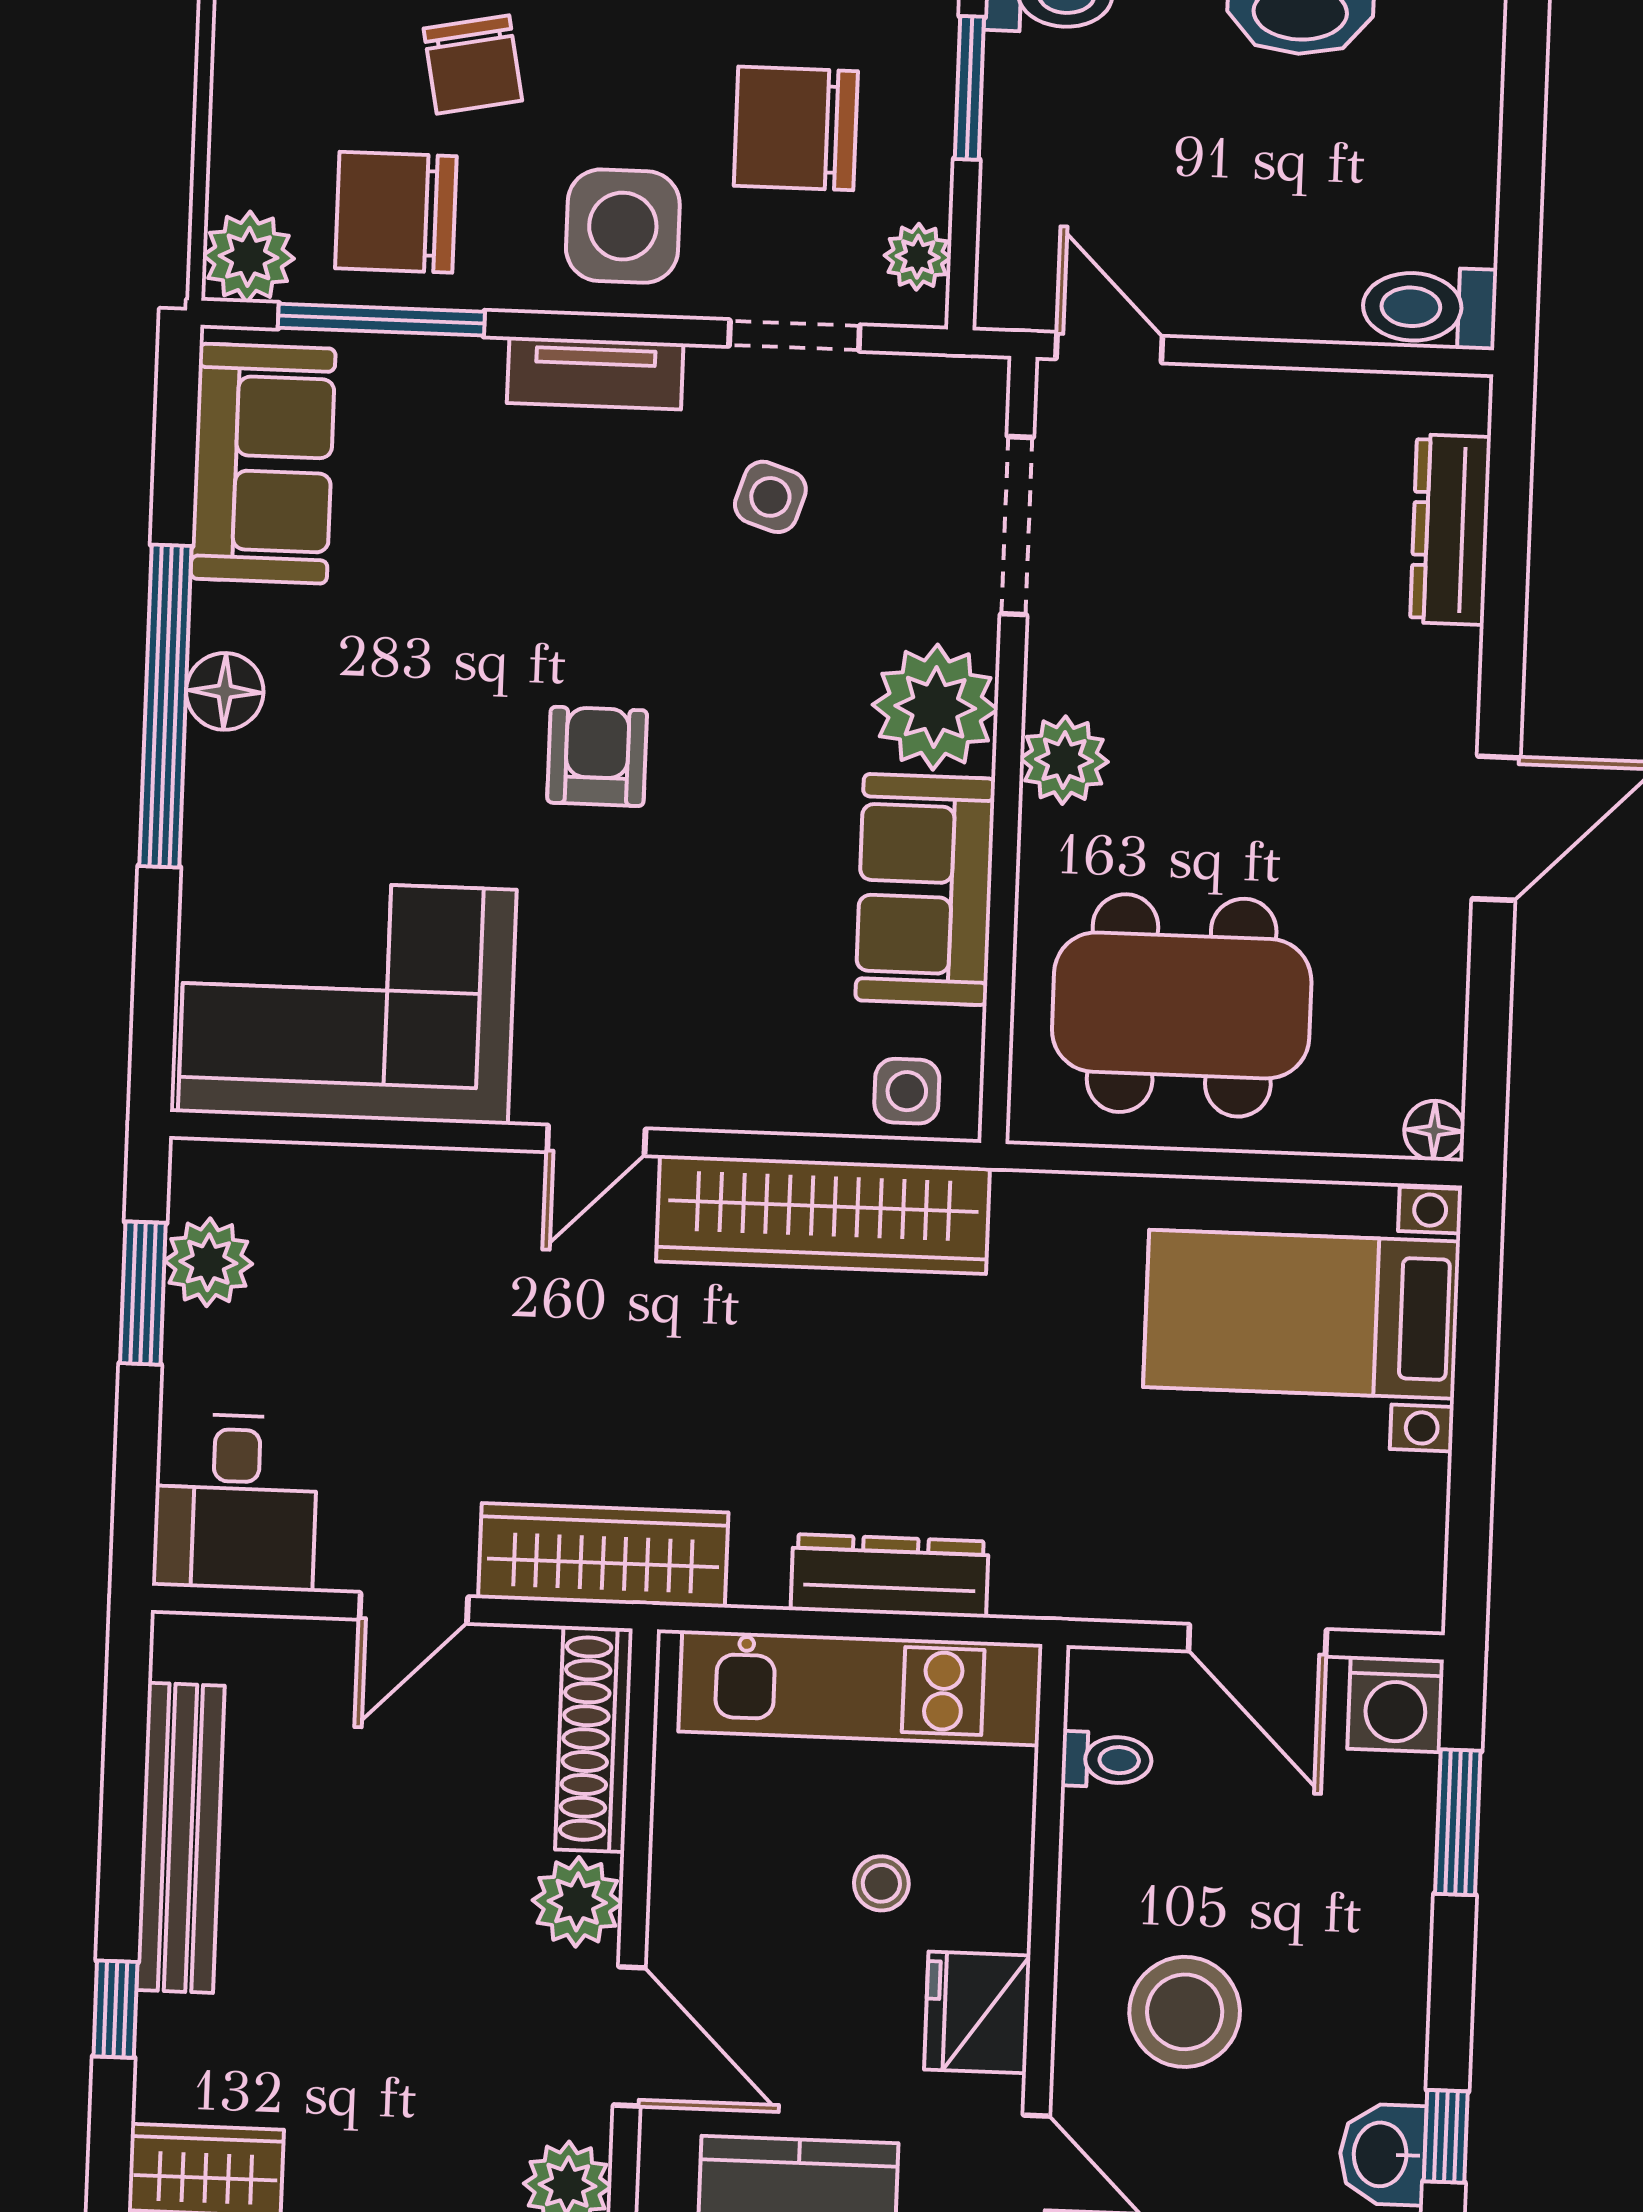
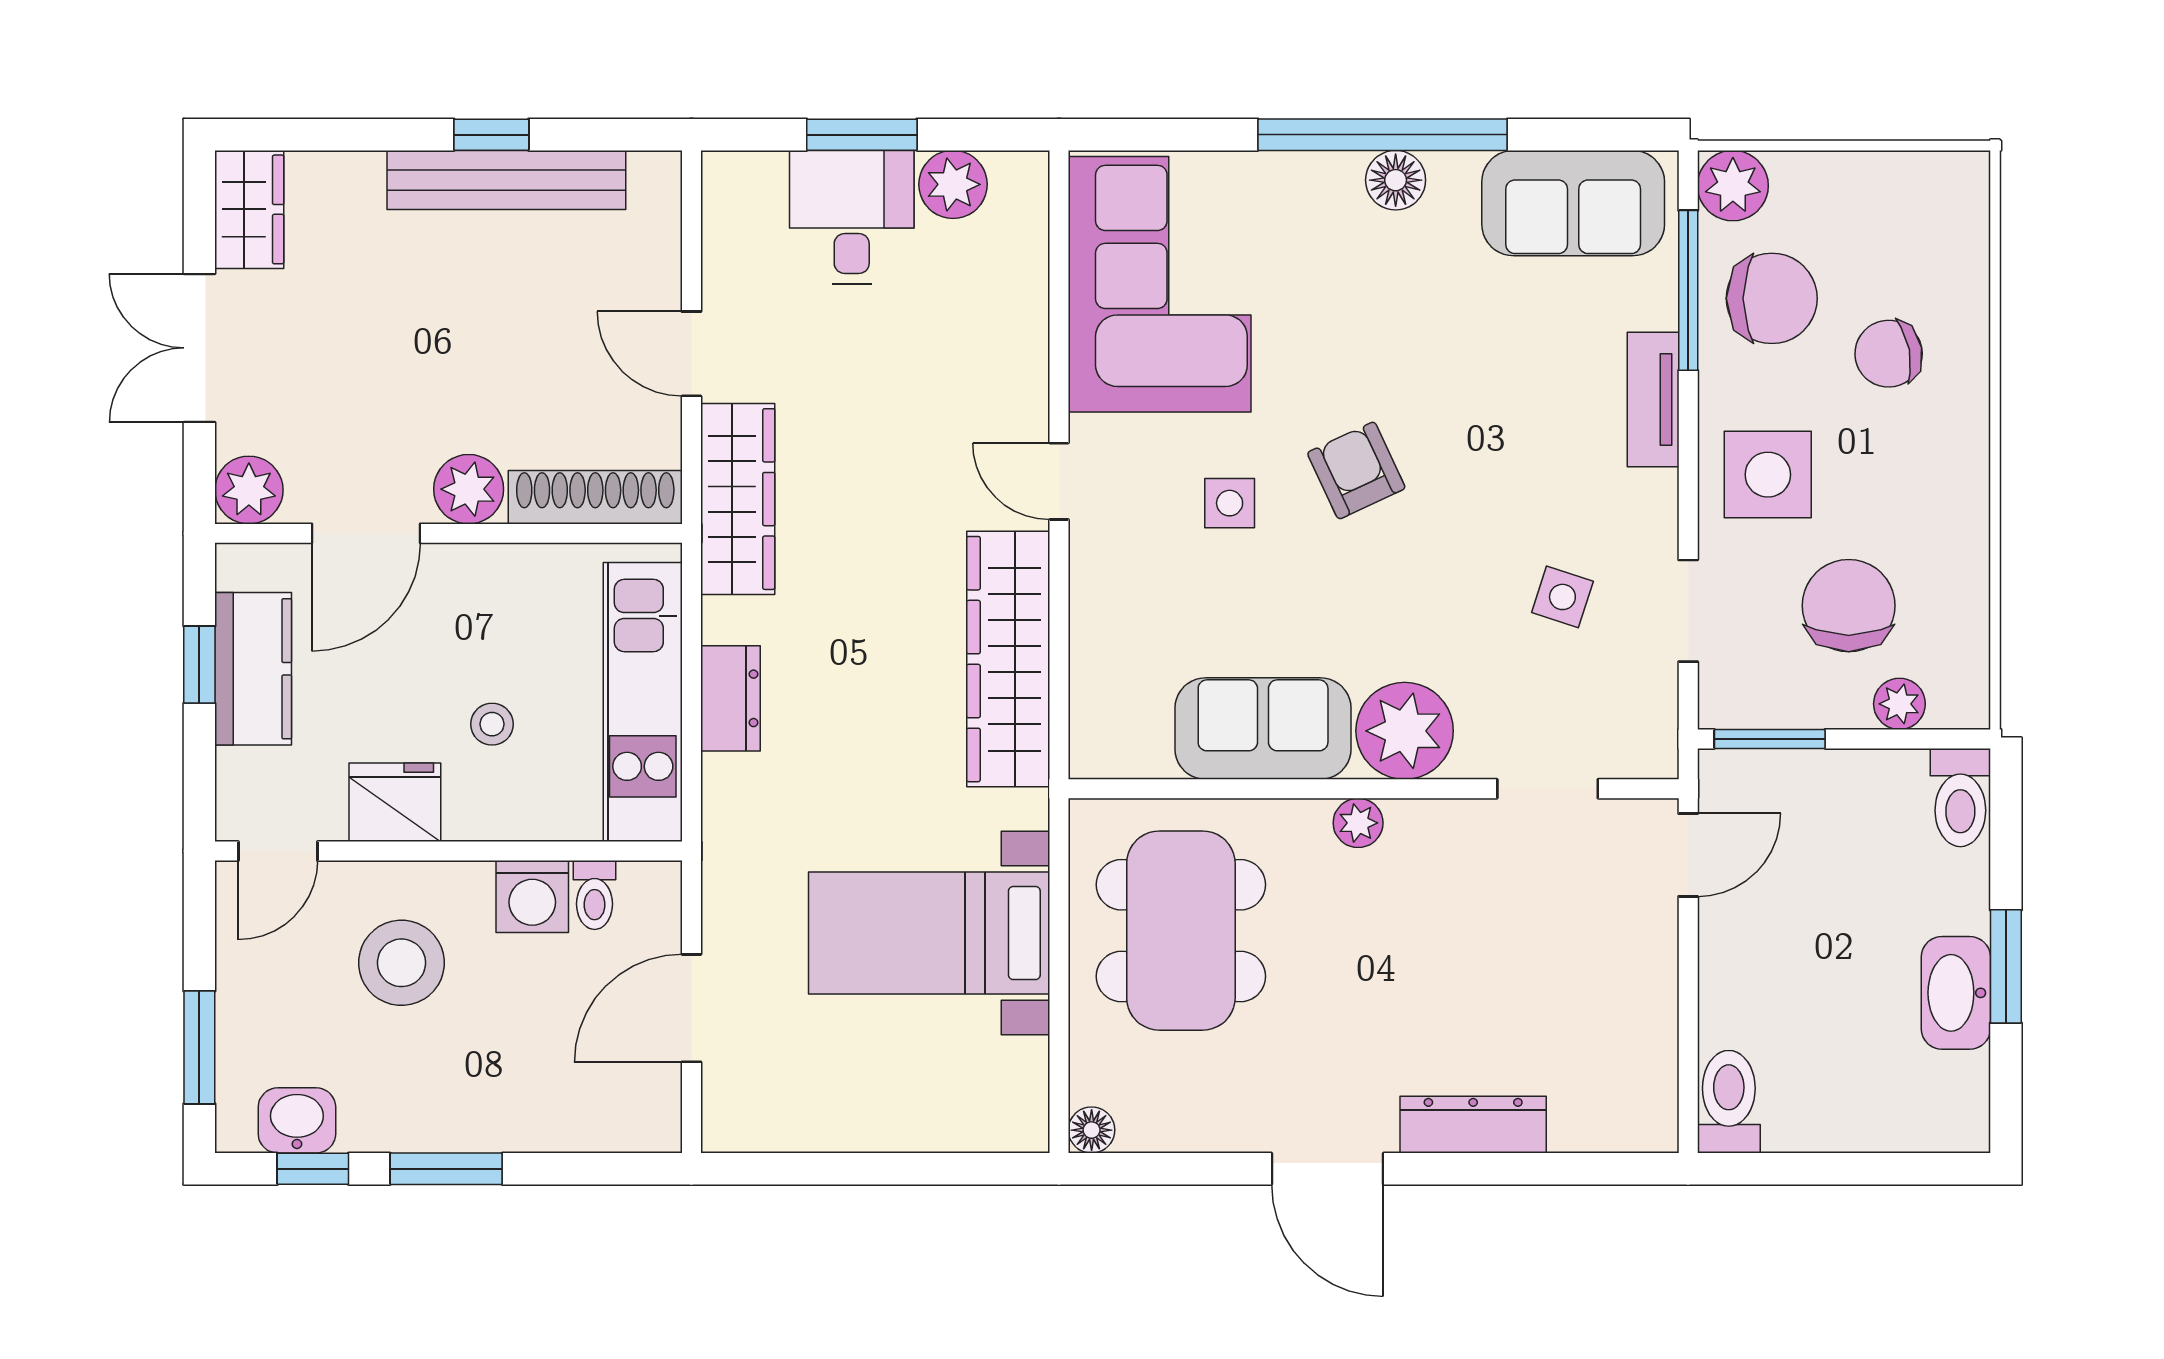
window: (969, 88) -> (1770, 739), moved
chair: (396, 212) -> (1772, 298), turned 90
plant: (918, 257) -> (1899, 704), moved
tv unit: (595, 373) -> (1653, 399), moved
doorway: (1017, 526) -> (1548, 789), width x0.73
dresser: (1450, 530) -> (1473, 1125), moved
armchair: (597, 756) -> (1356, 470), turned -115
plant: (1064, 760) -> (1358, 823), width x0.73, depth x0.73
side table: (907, 1091) -> (1230, 503), moved
window: (143, 1293) -> (862, 135), moved
bed with nightstands: (1302, 1314) -> (929, 933), moved, turned -90
desk: (235, 1502) -> (852, 217), moved, turned 90
dresser: (890, 1576) -> (730, 698), width x0.70
washing machine: (1396, 1704) -> (532, 896), moved, turned -90
window: (1458, 1822) -> (446, 1169), moved
window: (115, 2009) -> (491, 135), moved

